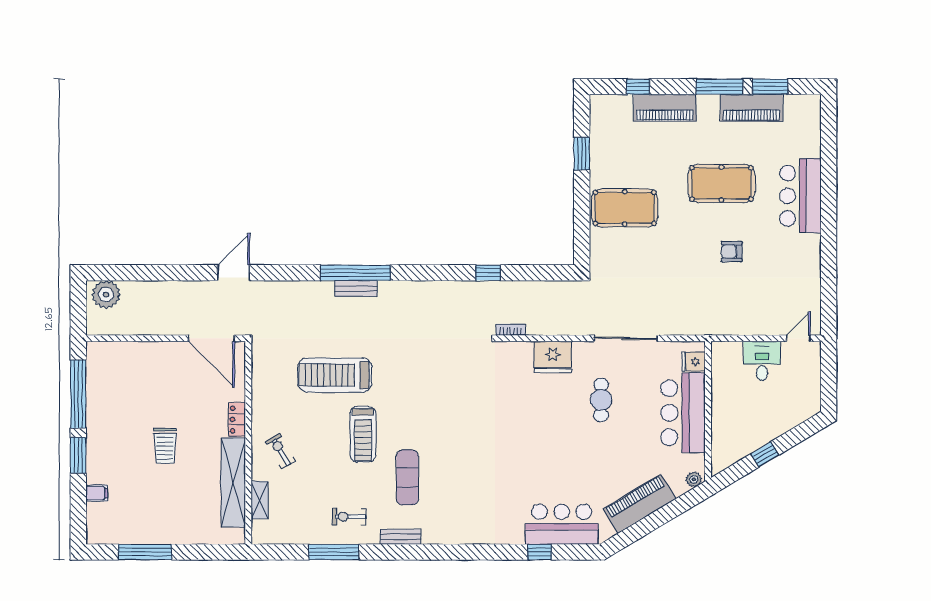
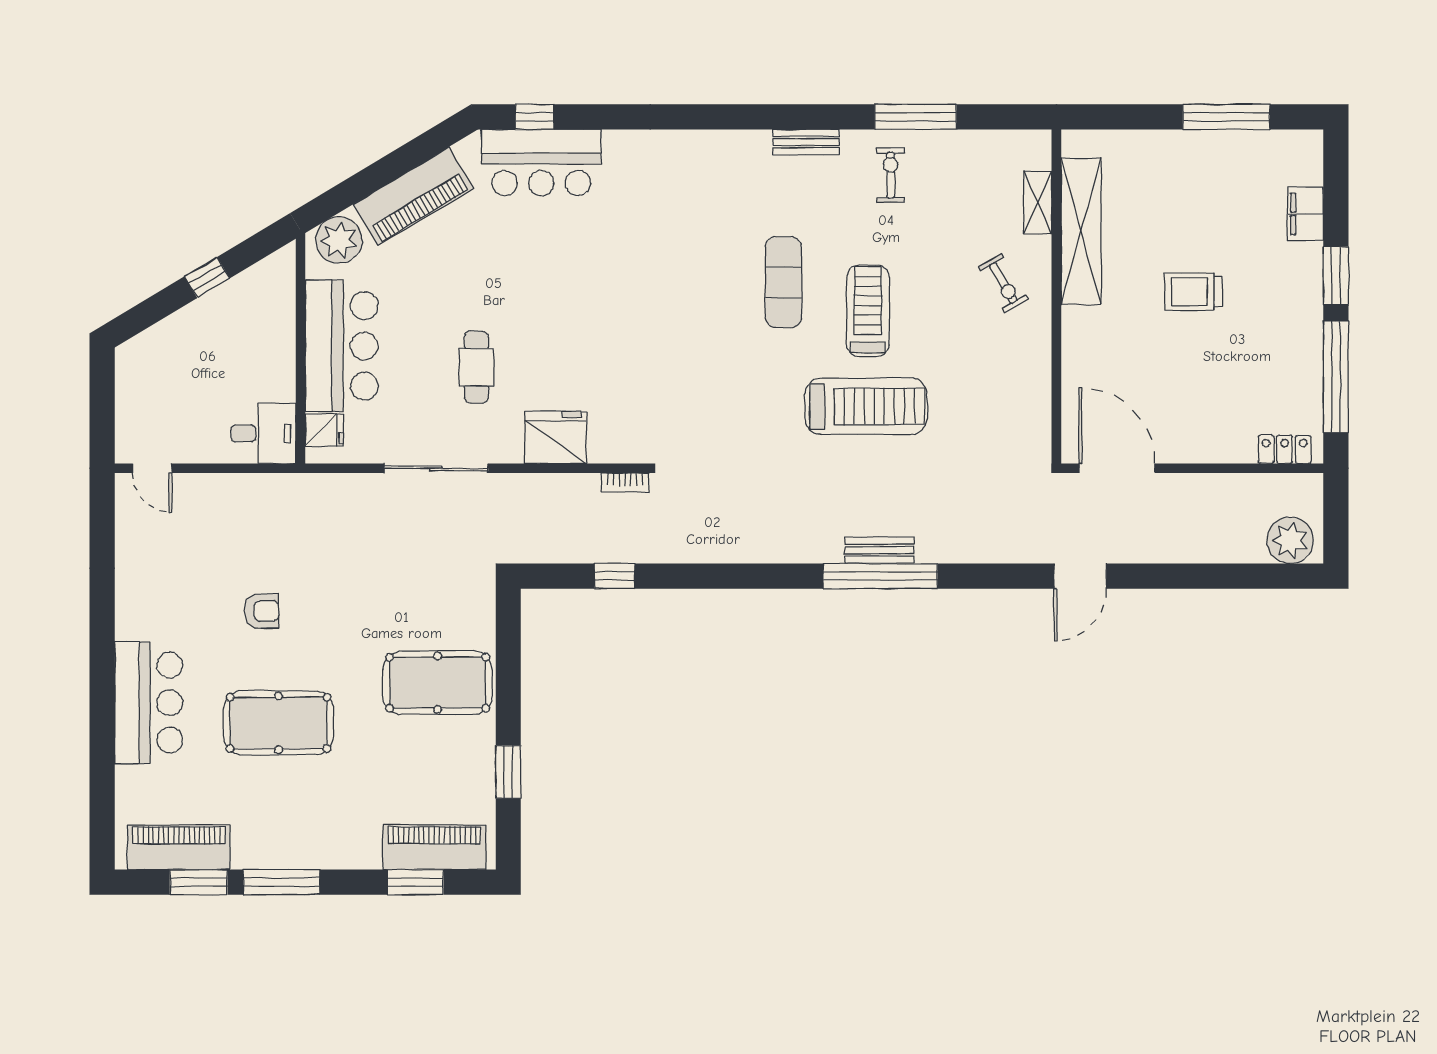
window: (638, 87) -> (416, 882), width x1.50
piano: (665, 108) -> (434, 847), moved
piano: (751, 108) -> (179, 847), moved
window: (488, 273) -> (615, 576), moved
door: (798, 338) -> (152, 468), hinge flipped
desk: (762, 361) -> (263, 433), moved, turned -90
treadmill: (335, 375) -> (866, 406), moved
locker: (237, 419) -> (1285, 450), moved, turned -90
trolley: (165, 446) -> (1193, 292), turned -90
exercise mat: (407, 477) -> (783, 282), moved
plant: (694, 479) -> (339, 240), width x1.87, depth x1.87
filing cabinet: (97, 493) -> (1306, 214), width x2.00
exercise bike: (349, 517) -> (891, 175), turned -90
window: (540, 552) -> (535, 117), moved

